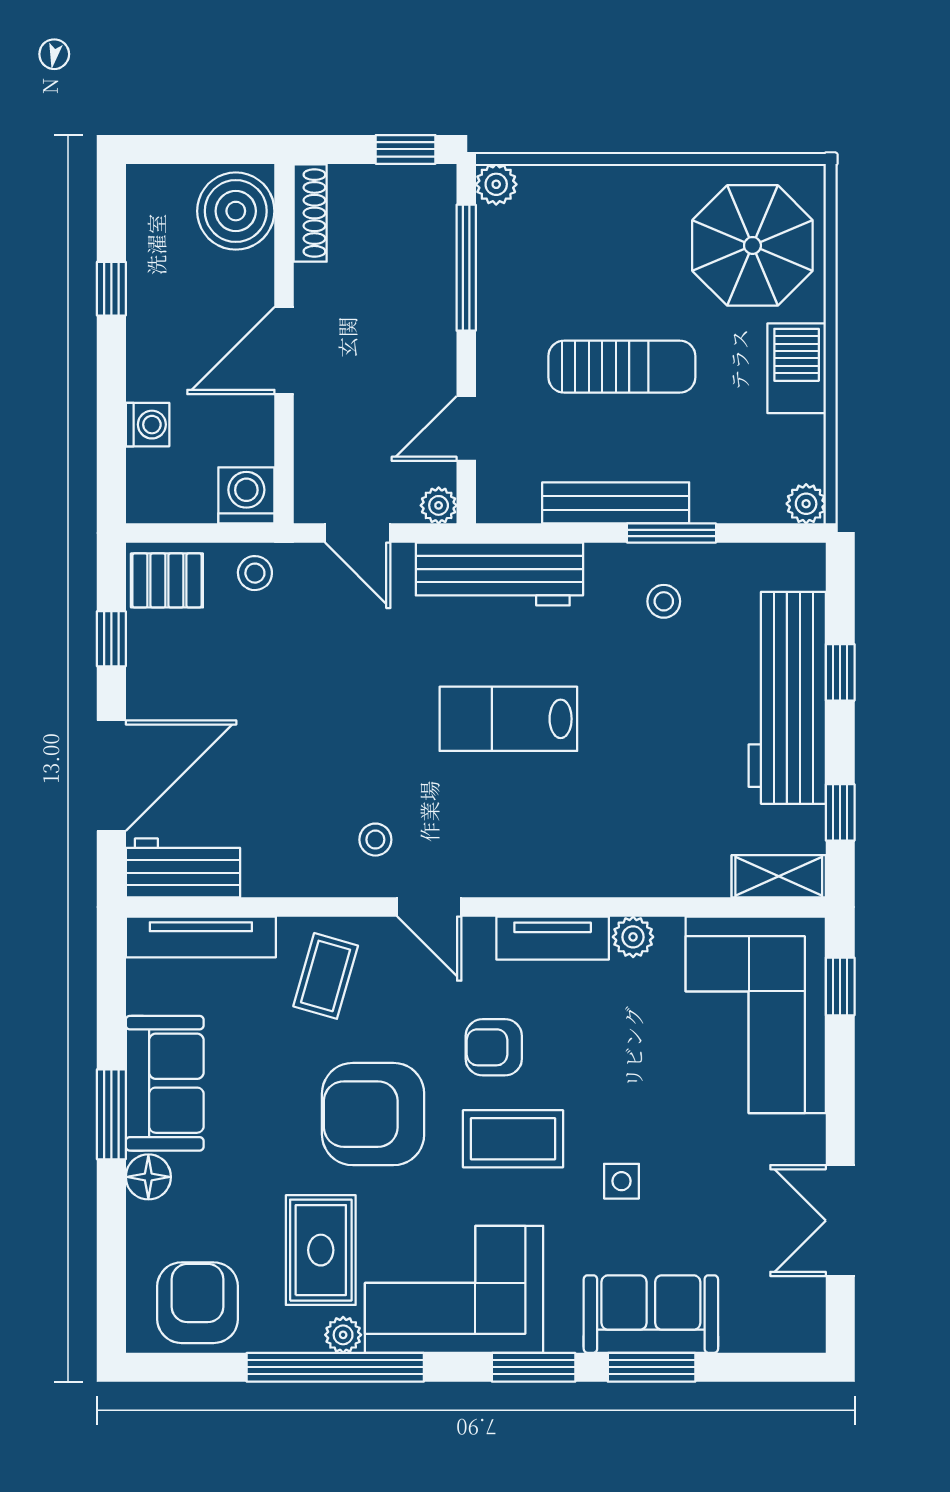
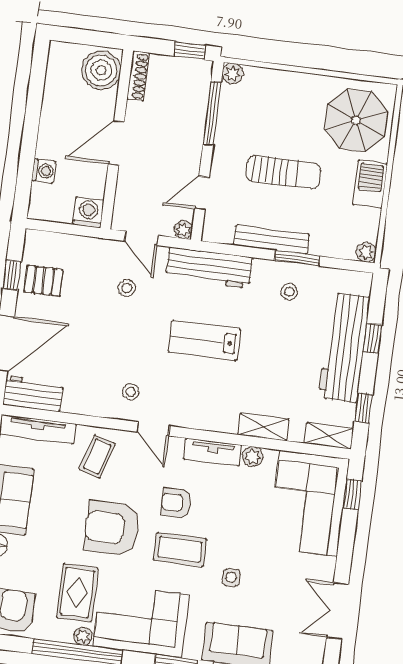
window: (111, 289) -> (34, 101), removed
stool: (255, 573) -> (127, 288), moved
pallet: (167, 580) -> (44, 281), moved
shelving: (647, 875) -> (263, 427), added

